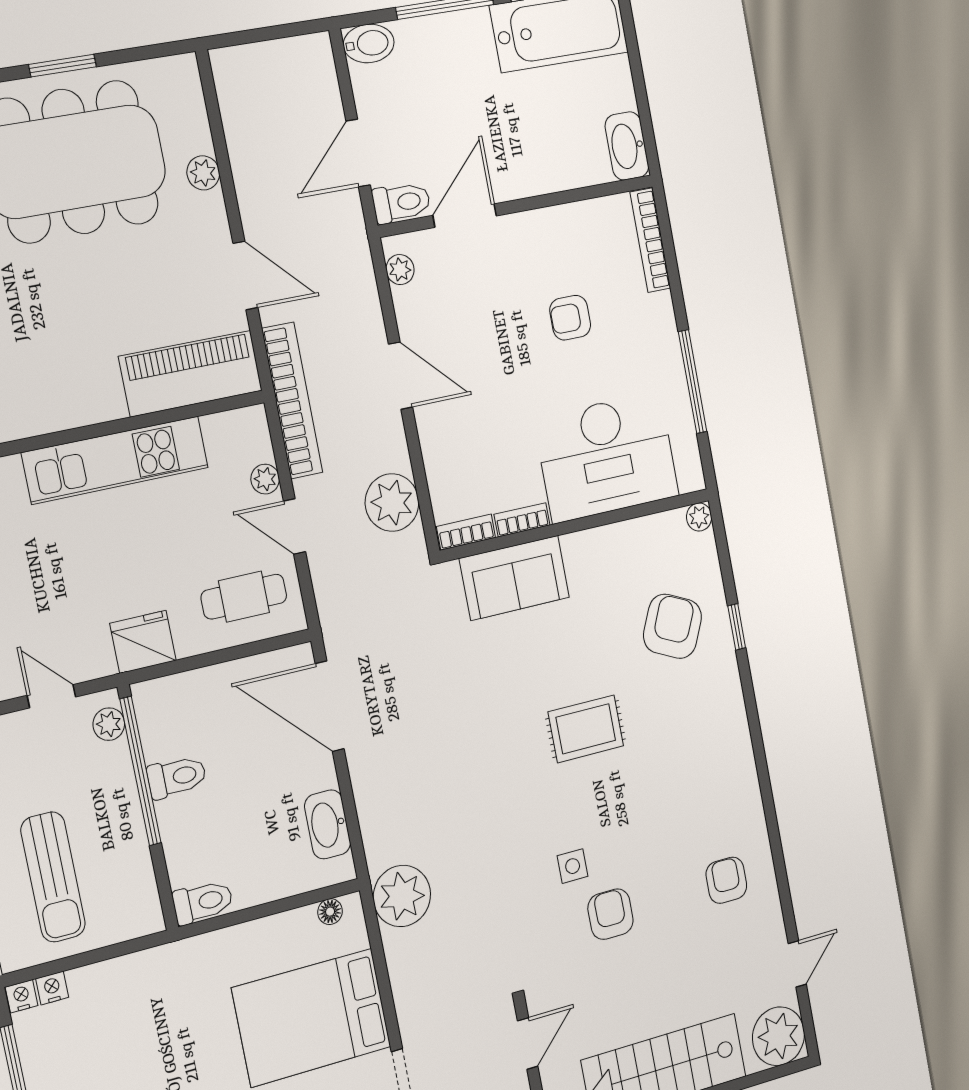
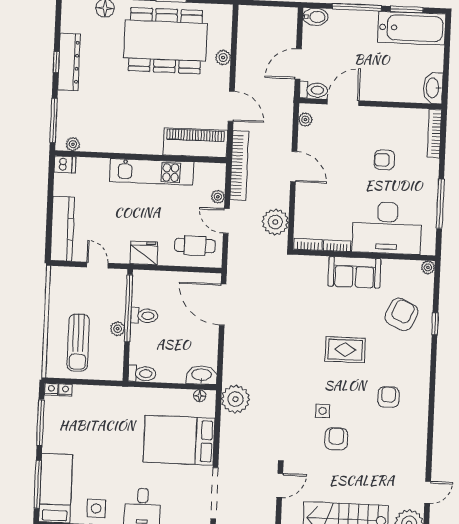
sofa: (514, 578) -> (354, 272), moved
plant: (109, 724) -> (118, 329), moved
washbasin: (328, 824) -> (202, 375), moved, turned 90
armchair: (726, 880) -> (388, 397), moved

